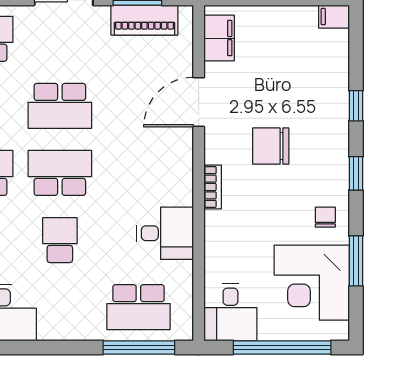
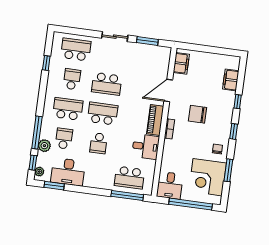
filing cabinet: (334, 17) -> (231, 80), moved, width x2.00
piano: (144, 20) -> (155, 120), moved, turned 90
school desk: (60, 240) -> (99, 143), turned 180

